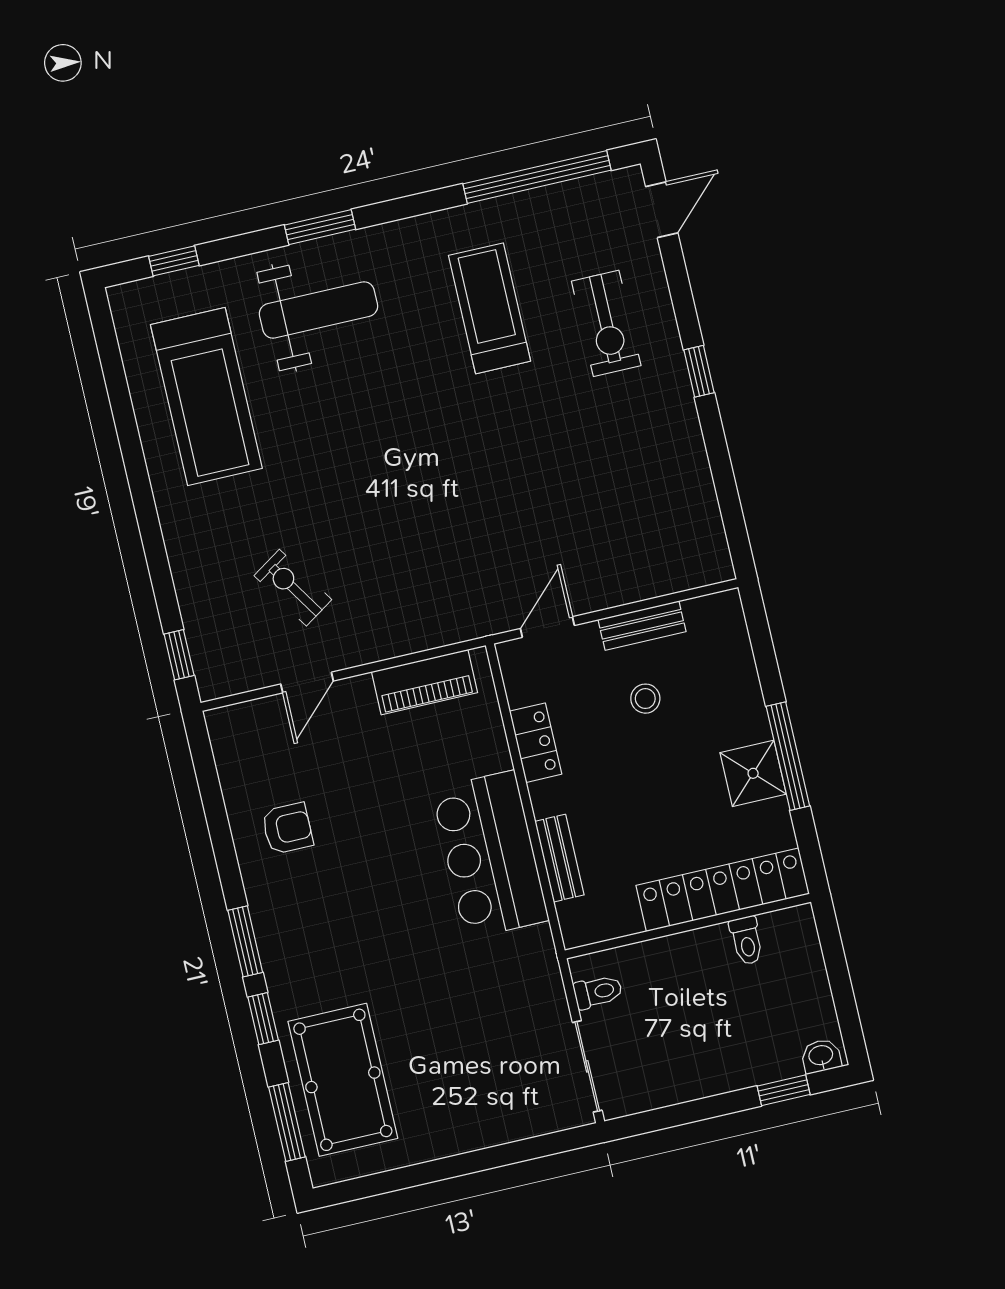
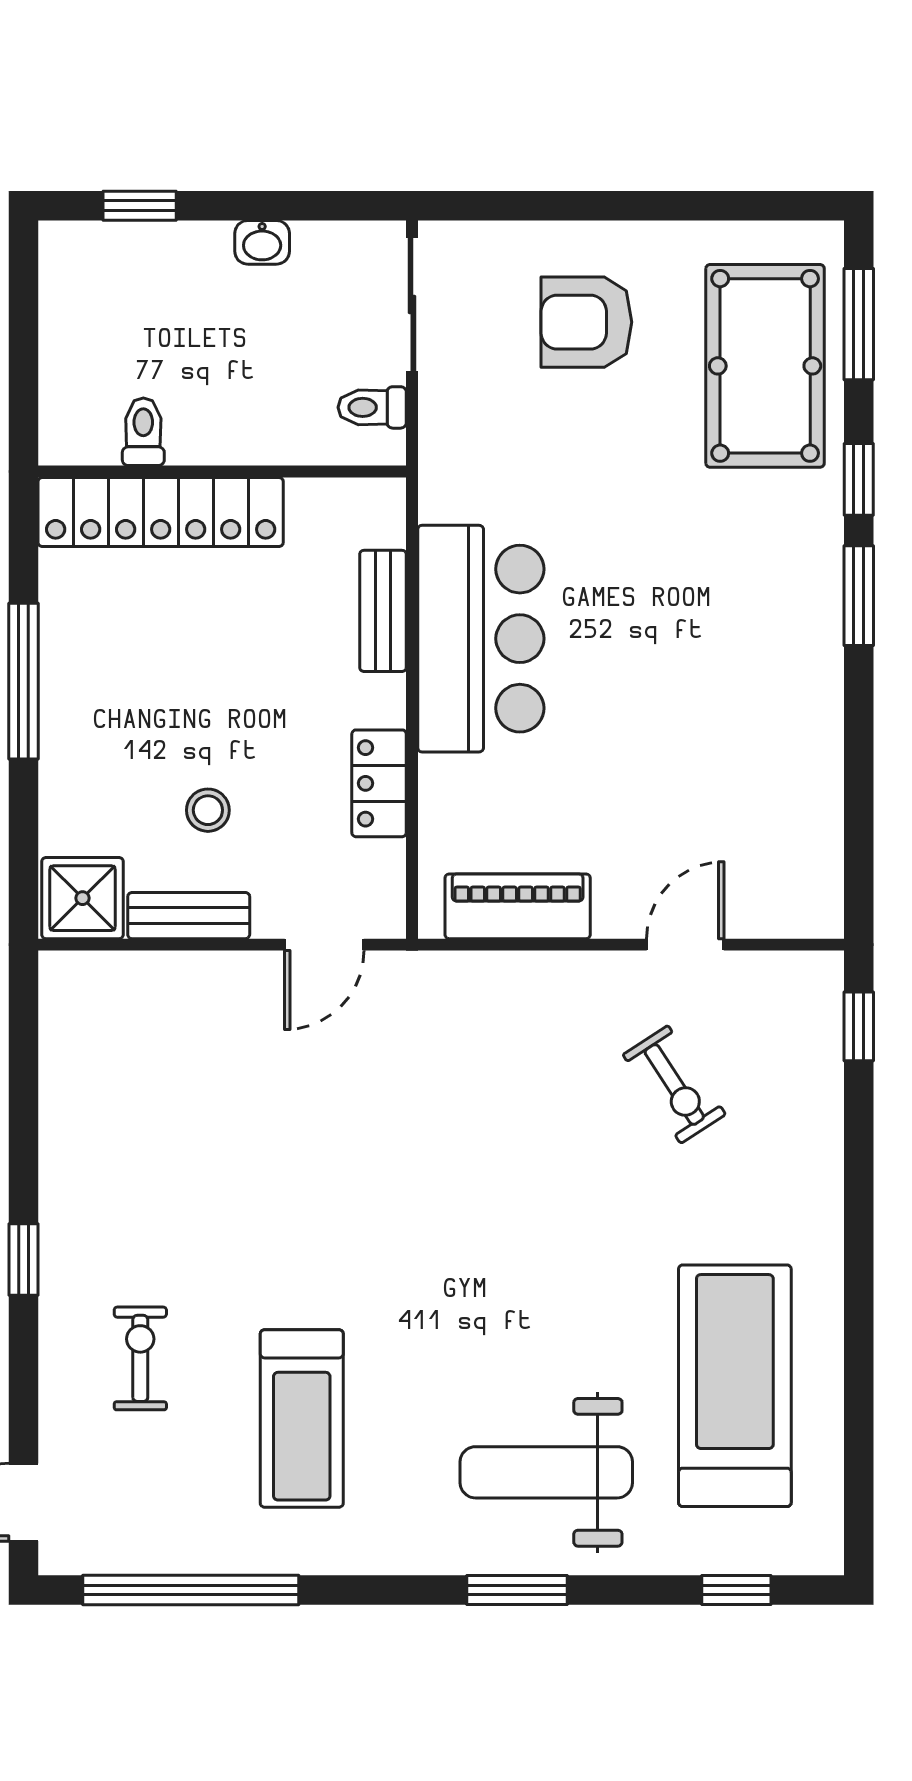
exercise bike: (606, 323) -> (140, 1358), width x0.73, depth x0.72
shower: (753, 773) -> (82, 898), moved
armchair: (287, 828) -> (586, 322), moved, width x1.38, depth x1.38
washbasin: (821, 1056) -> (262, 242), moved

